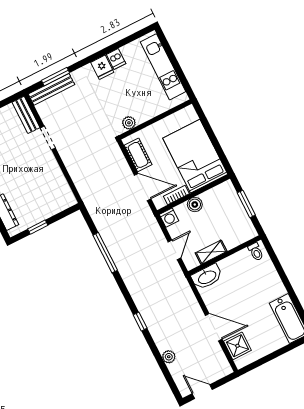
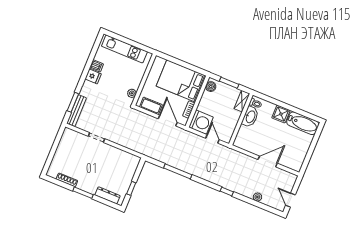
bench: (26, 115) -> (75, 135), removed
door: (143, 187) -> (168, 121), hinge flipped
boiler: (195, 204) -> (211, 87), moved
washing machine: (169, 218) -> (201, 122), width x1.89, depth x1.89
shelving: (211, 252) -> (242, 101), moved
washbasin: (207, 277) -> (250, 117), moved
shower: (237, 346) -> (281, 114), moved
door: (202, 392) -> (290, 200), hinge flipped

